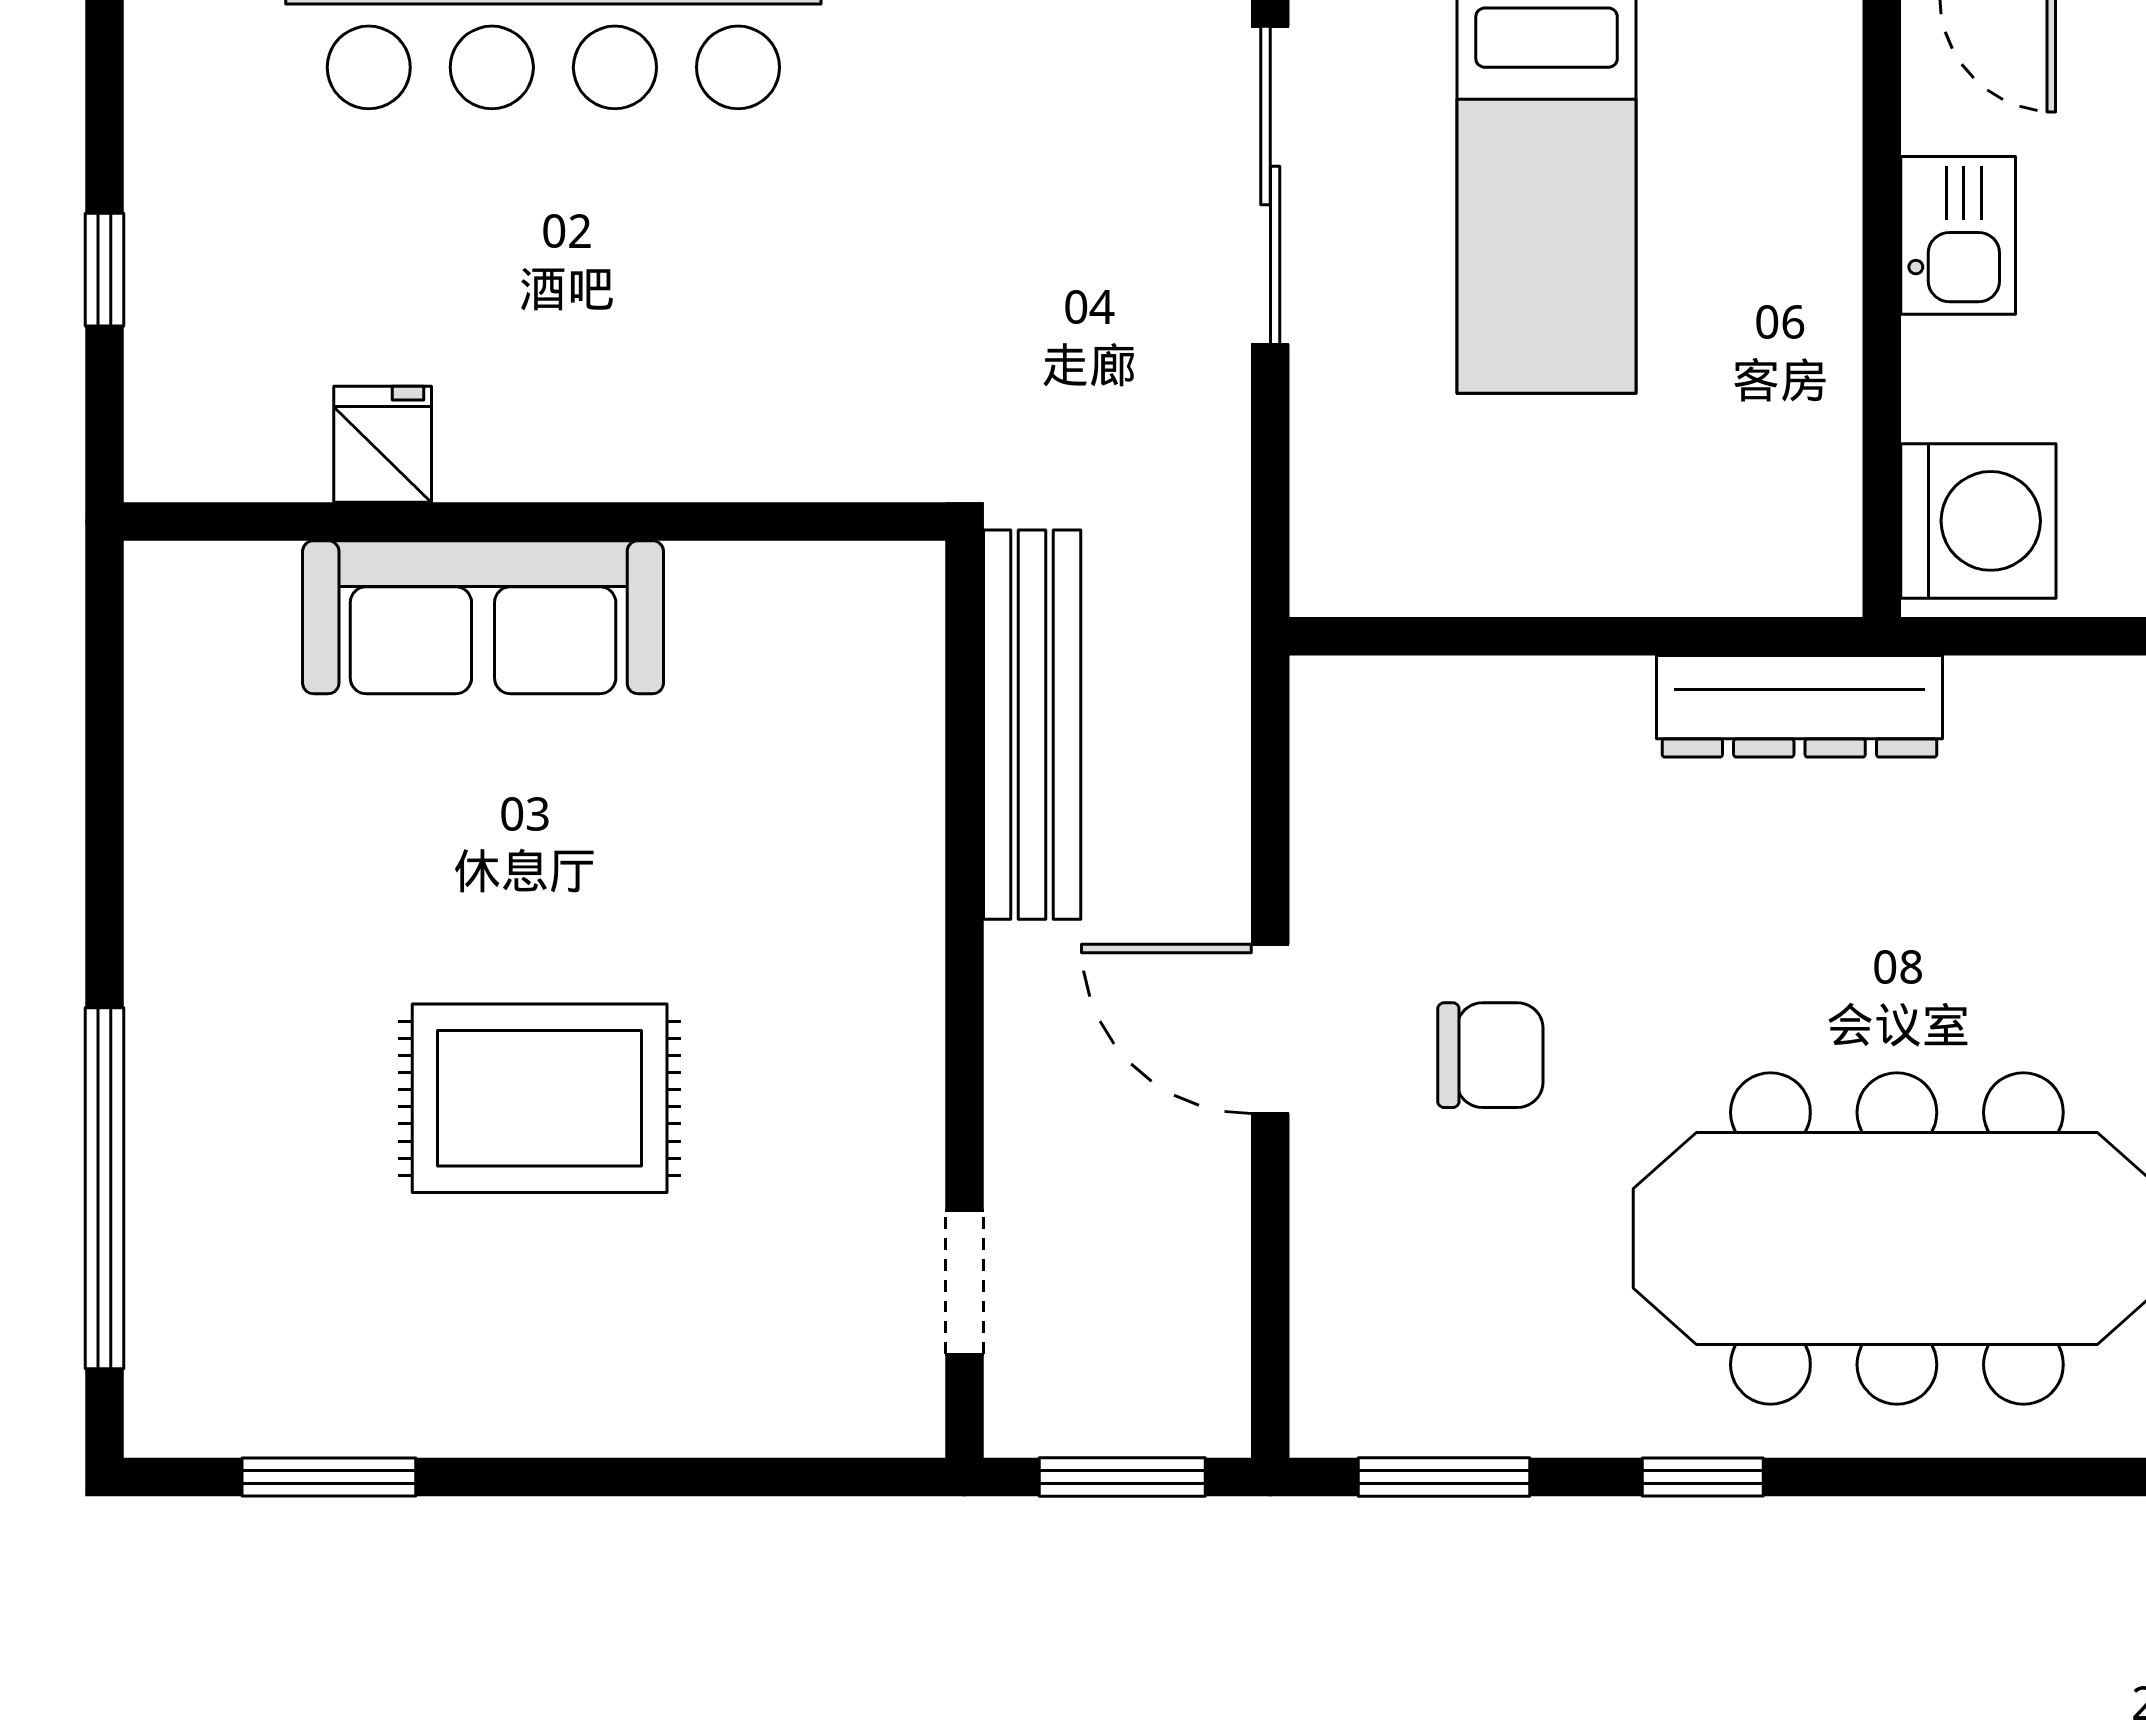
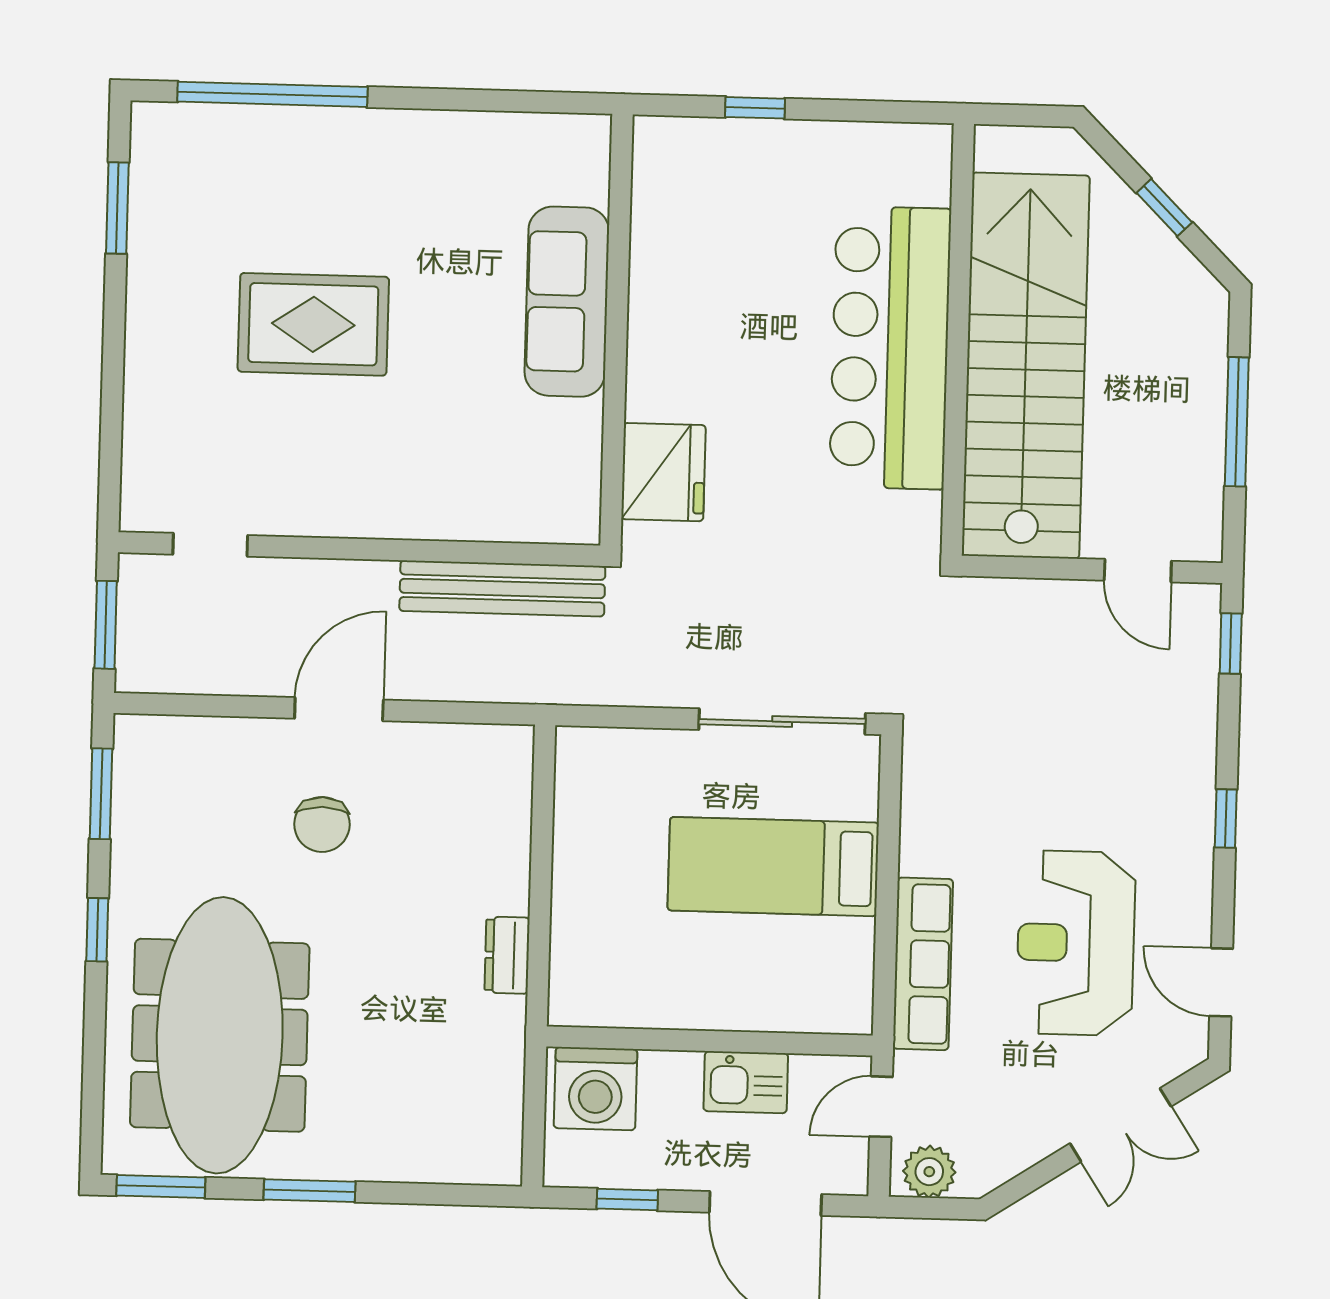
fridge: (383, 444) -> (663, 472), moved, width x1.88, depth x1.34
dresser: (1799, 706) -> (507, 955), width x0.51, depth x0.80
rug: (540, 1098) -> (313, 324), turned 90

